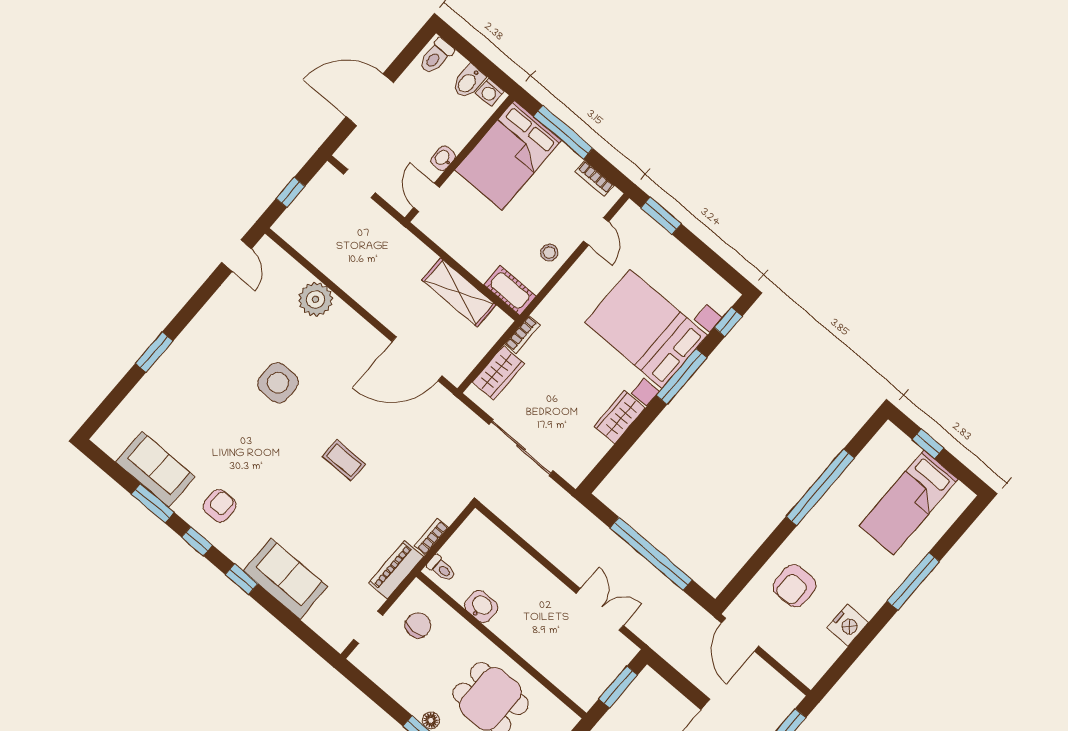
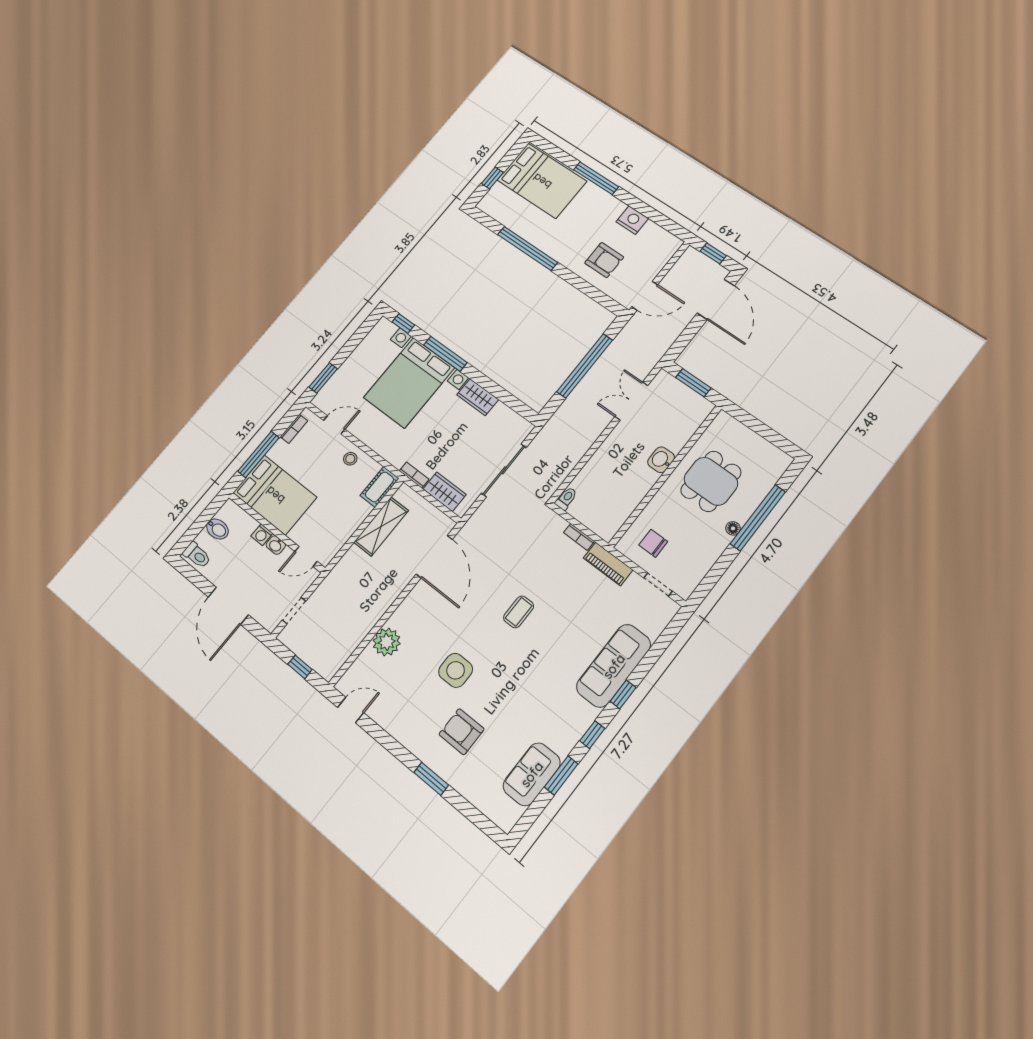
washing machine: (490, 92) -> (262, 535), moved, turned 90
bed: (909, 502) -> (542, 181), width x1.50
armchair: (219, 506) -> (462, 732), moved, width x1.38, depth x1.38
toilet: (441, 568) -> (566, 499), moved
sofa: (285, 579) -> (614, 666), width x1.36
washbasin: (481, 607) -> (661, 460), moved

